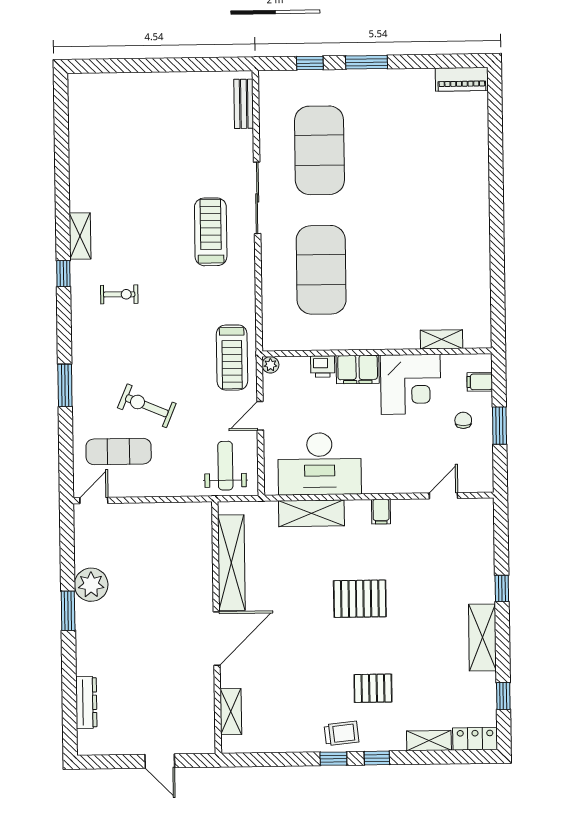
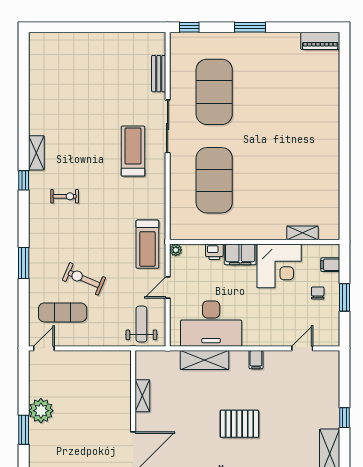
window: (310, 63) -> (189, 27), moved
bench: (244, 104) -> (159, 74), moved
shelving: (231, 563) -> (142, 396), width x0.45, depth x0.75

